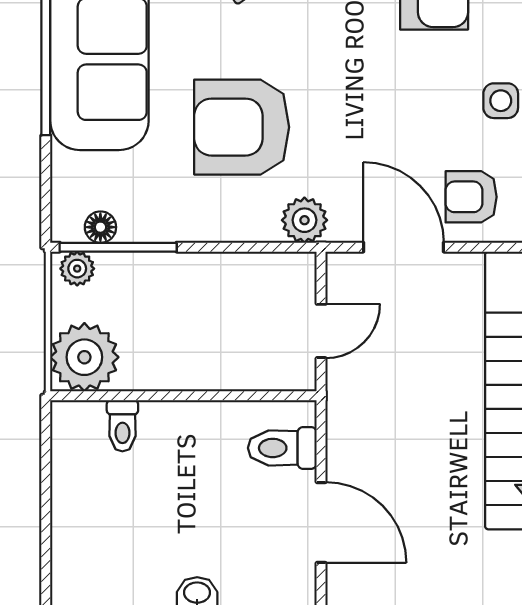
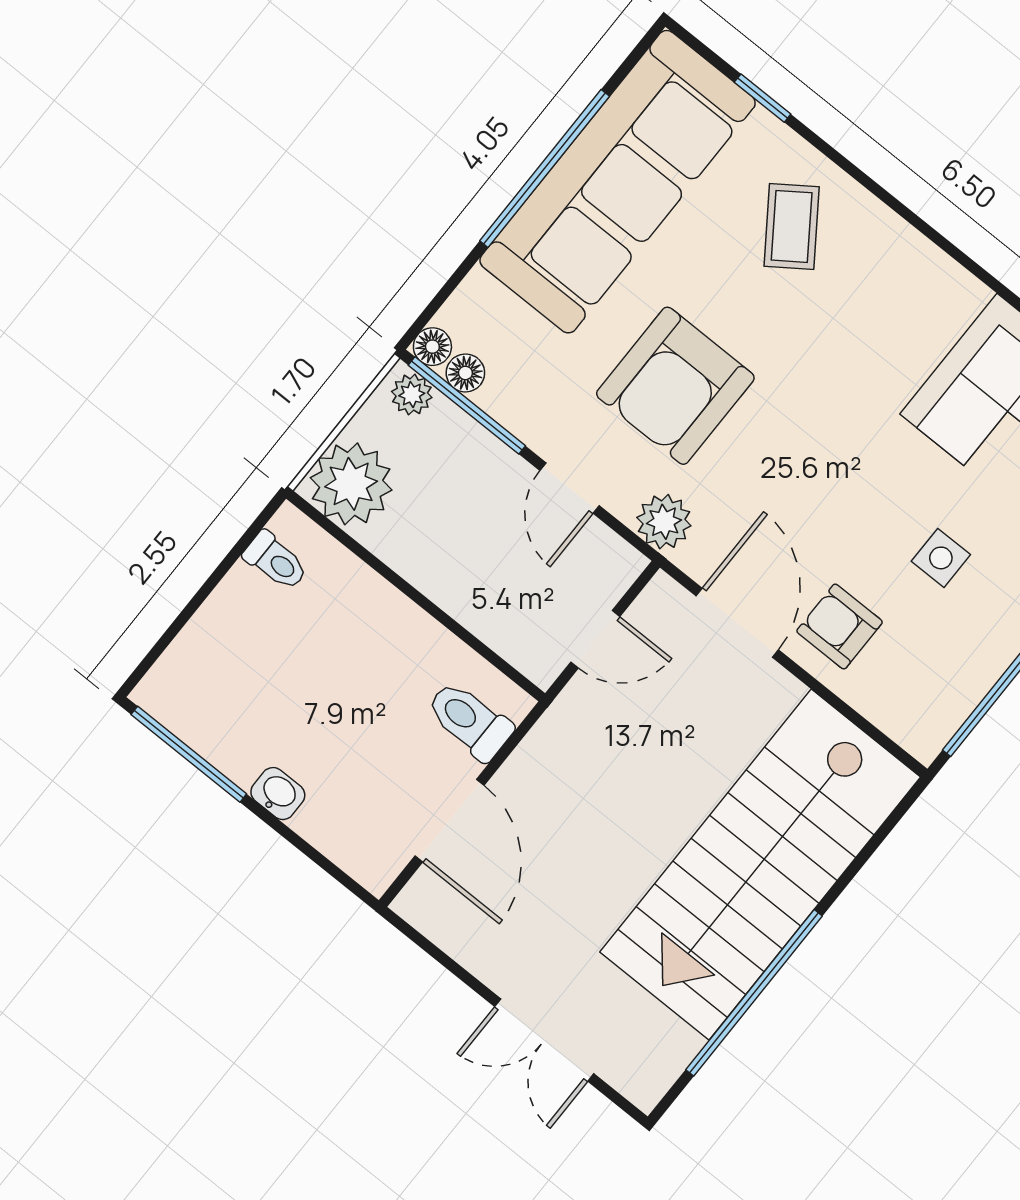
armchair: (242, 127) -> (675, 386), turned -90
floor lamp: (66, 227) -> (432, 347), added
door: (227, 247) -> (570, 488), added
toilet: (122, 426) -> (276, 561), moved, turned -90

